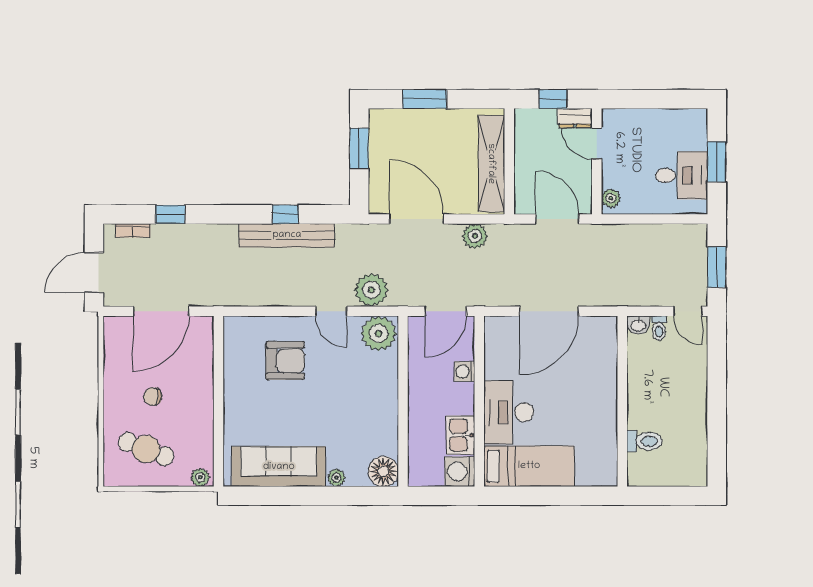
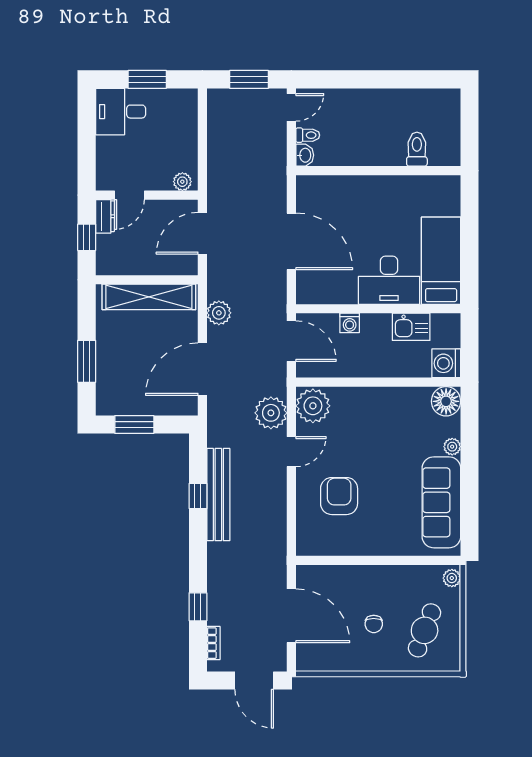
desk: (682, 175) -> (121, 112), moved, turned -90
washing machine: (460, 471) -> (446, 363), moved, turned 90

